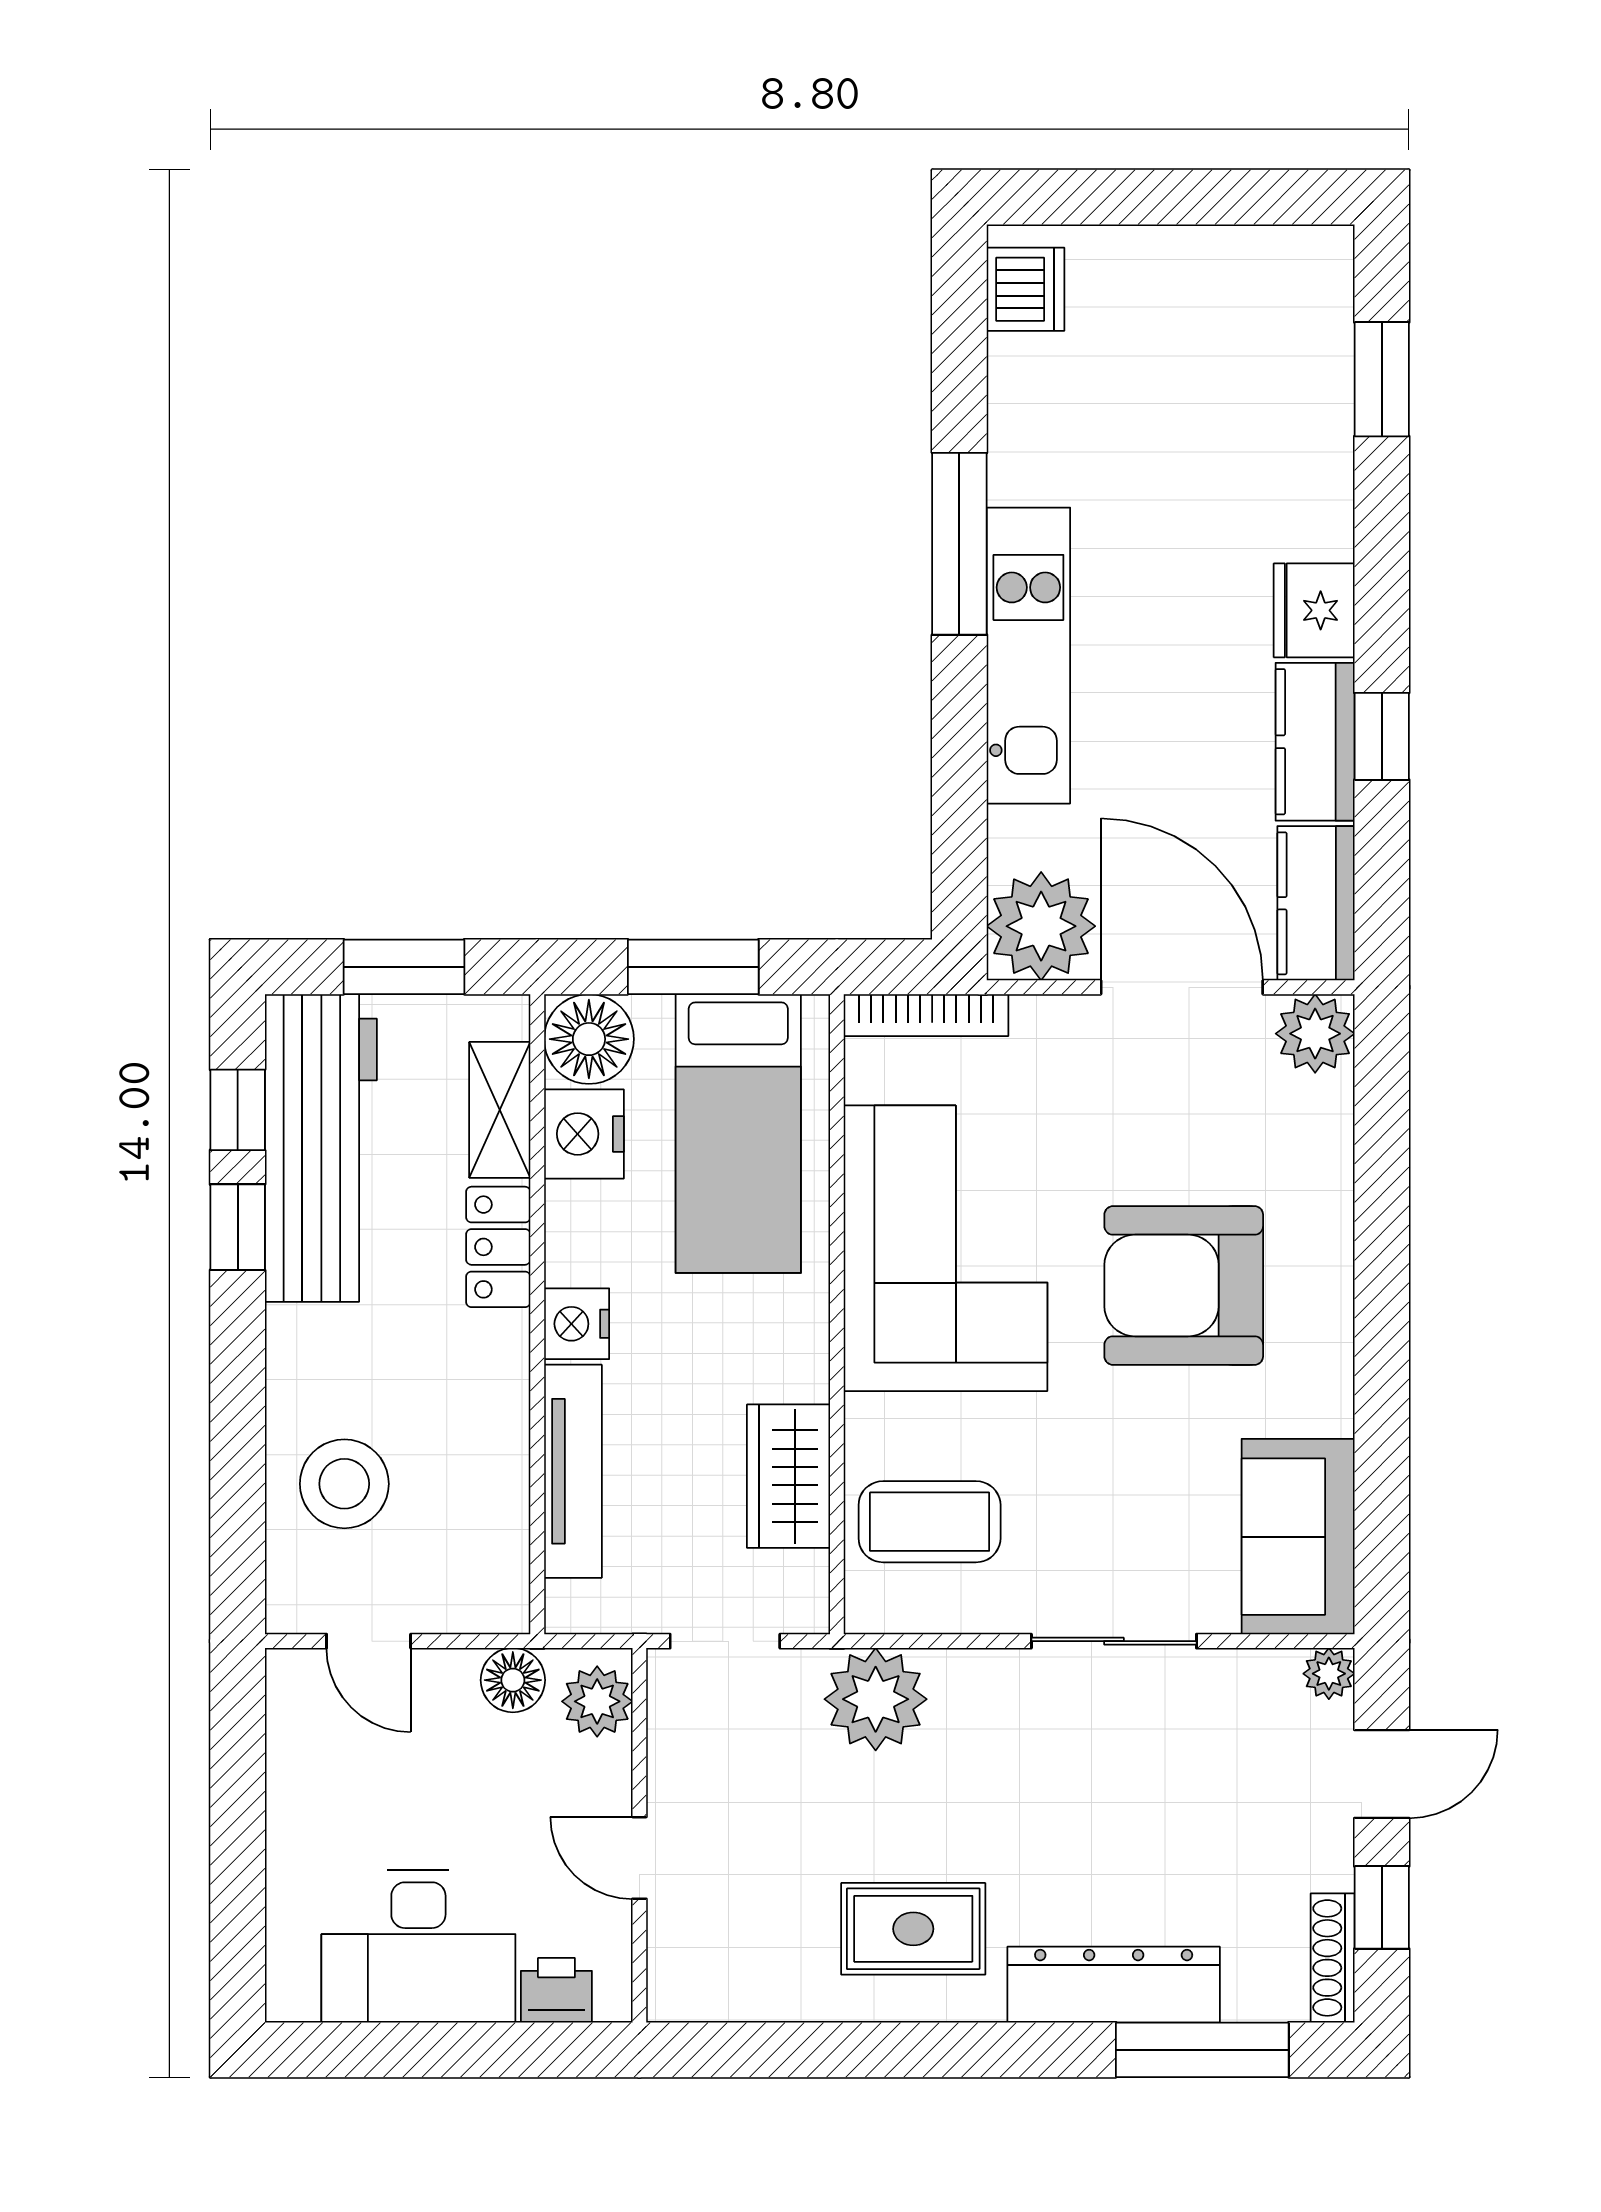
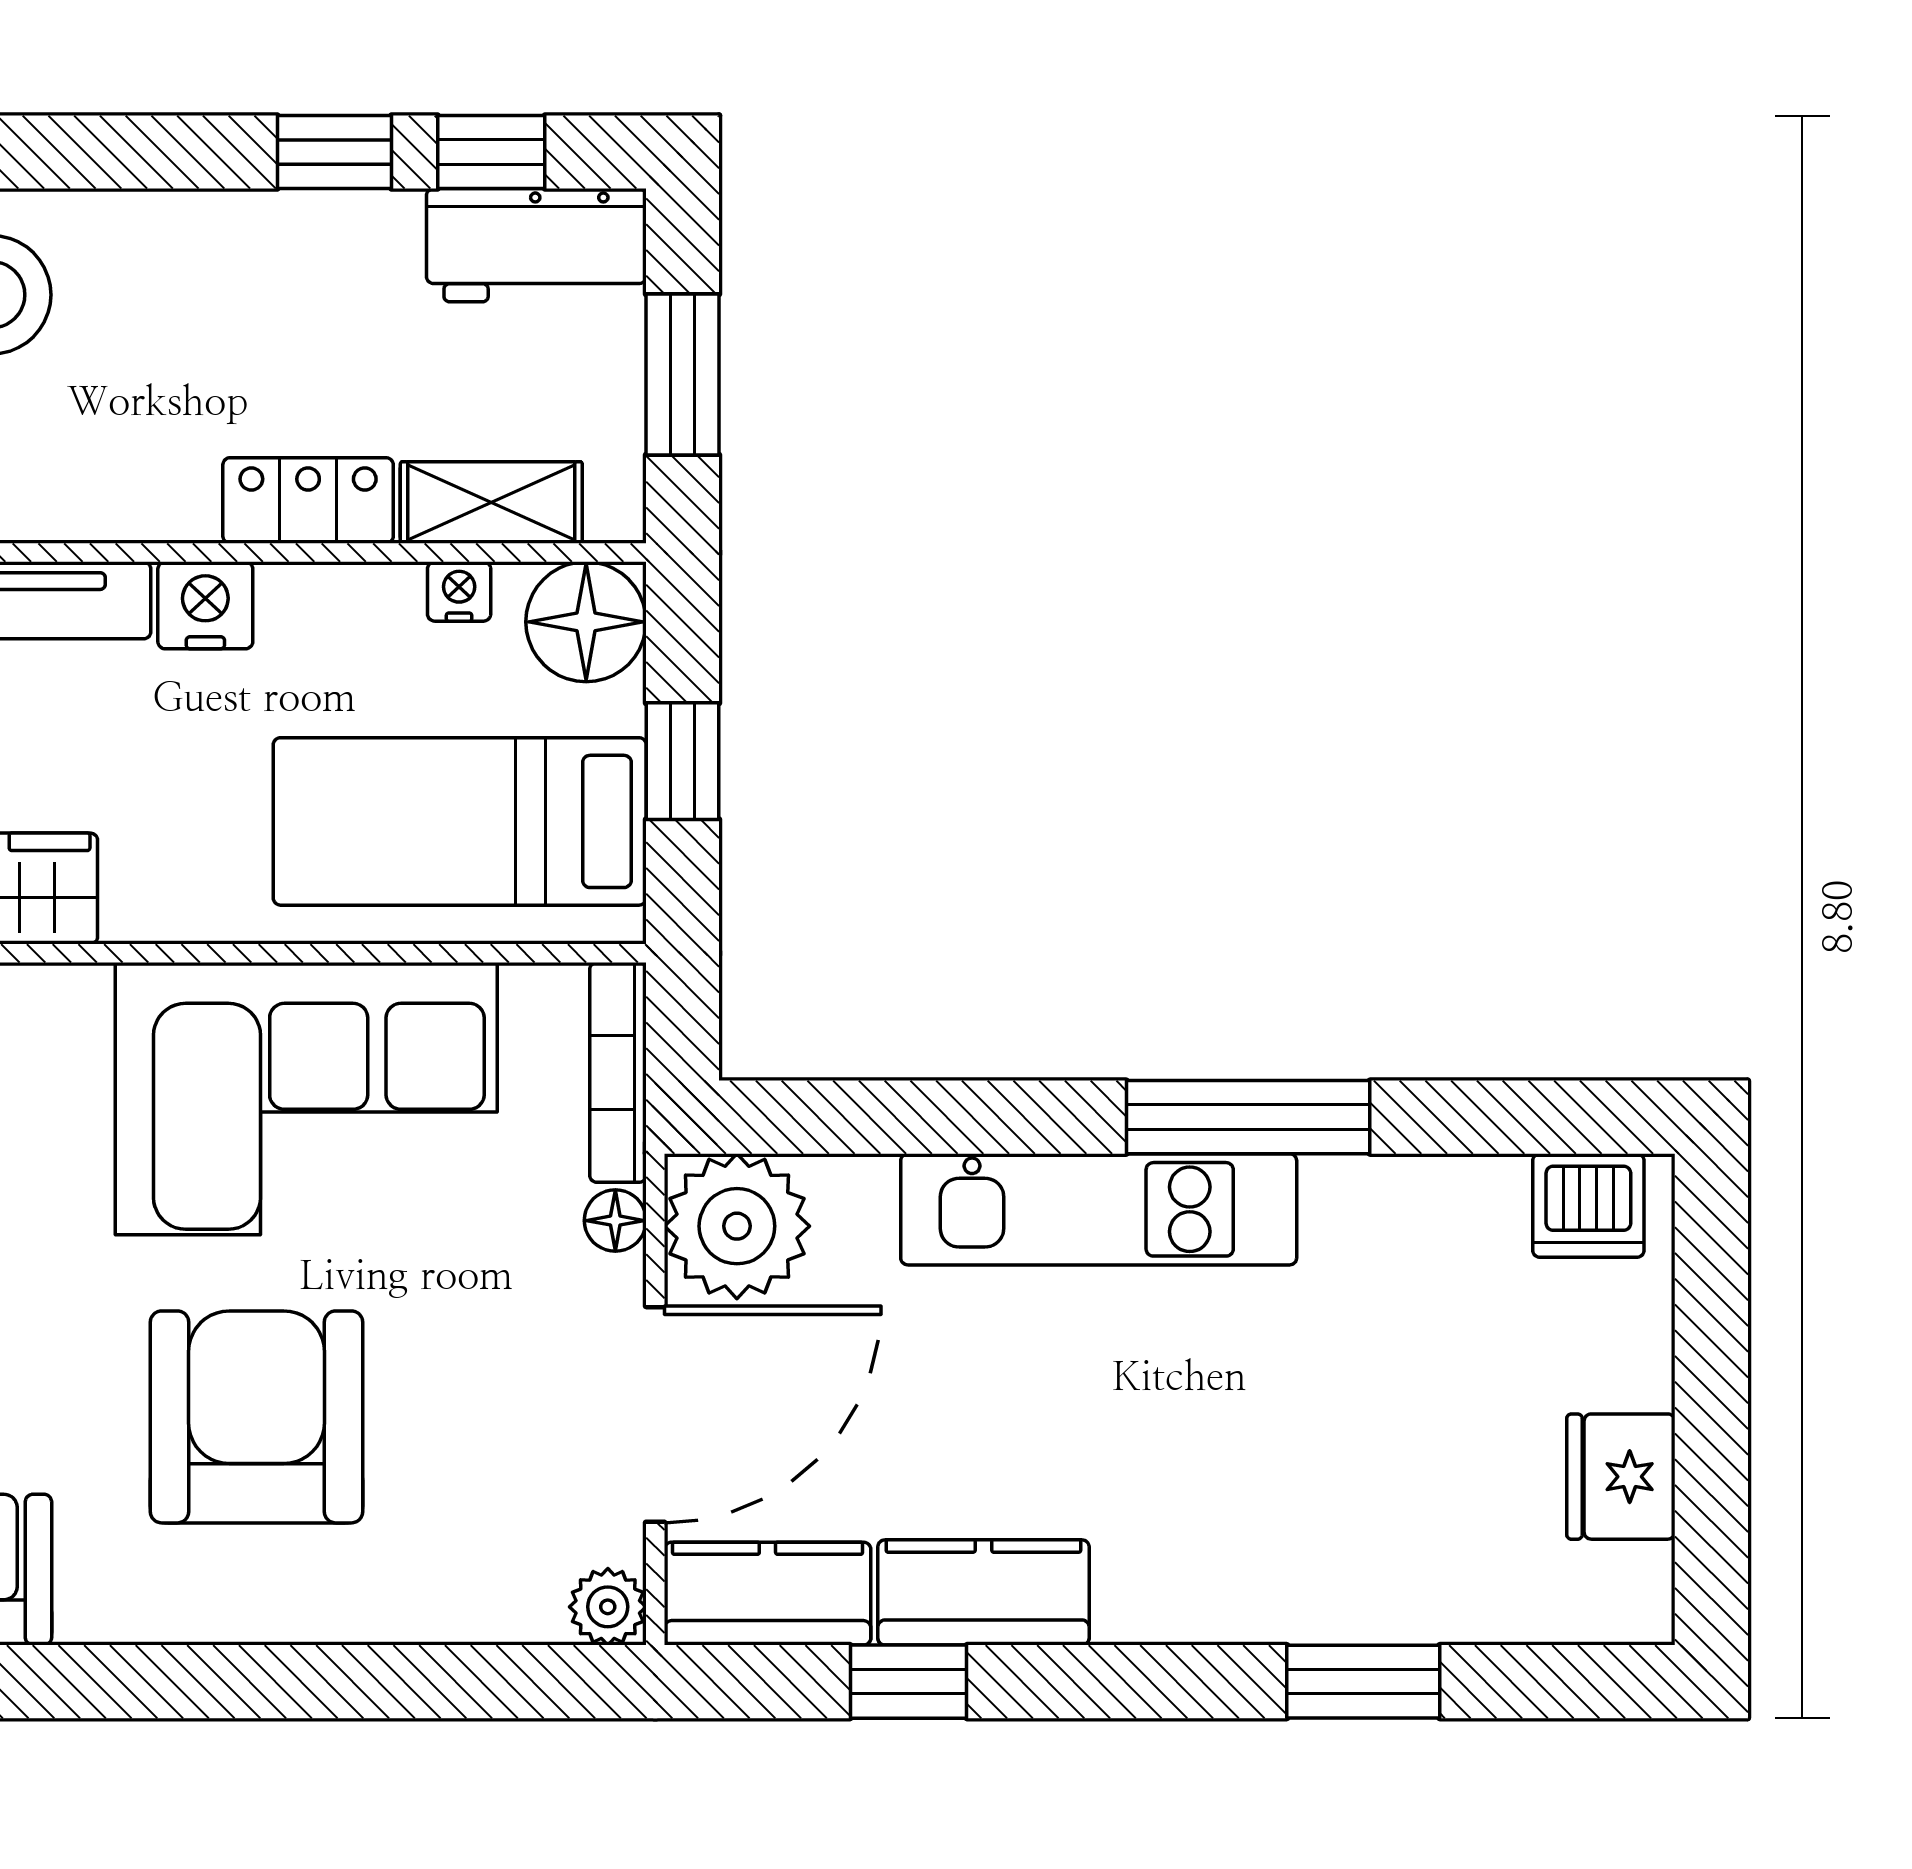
window: (1382, 379) -> (1363, 1682), moved
fridge: (1314, 610) -> (1621, 1477), moved, turned -90
window: (1382, 736) -> (909, 1682), moved
window: (693, 967) -> (683, 761), width x0.67
floor lamp: (1037, 1017) -> (615, 1221), added
plant: (1315, 1034) -> (608, 1607), width x0.73, depth x0.73
nightstand: (584, 1134) -> (459, 591), width x0.53, depth x0.56
workbench: (321, 1148) -> (536, 245), width x0.53, depth x0.76

